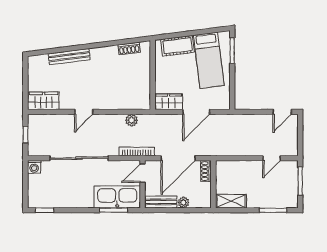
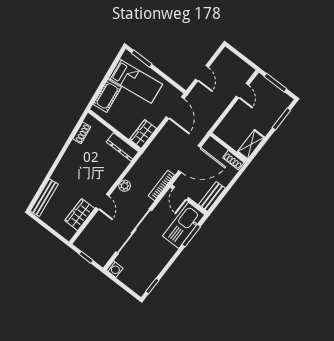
bench: (69, 57) -> (44, 198), moved
dresser: (144, 93) -> (122, 147), added
wardrobe: (44, 101) -> (80, 215), moved
door: (196, 112) -> (175, 108), moved
door: (282, 112) -> (202, 73), moved
plant: (132, 120) -> (125, 186), moved
door: (178, 158) -> (190, 159), hinge flipped
shoe rack: (206, 171) -> (233, 160), moved
plant: (183, 202) -> (225, 180), removed

